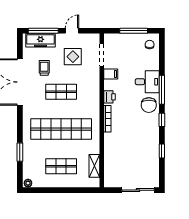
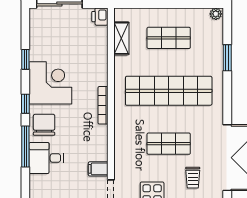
printer: (110, 97) -> (100, 17), moved
corner desk: (144, 134) -> (50, 83), added

